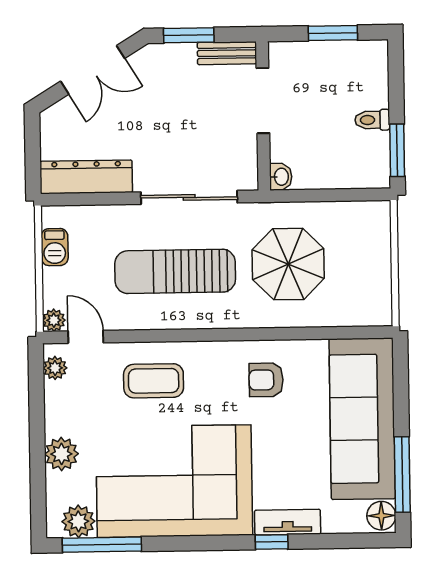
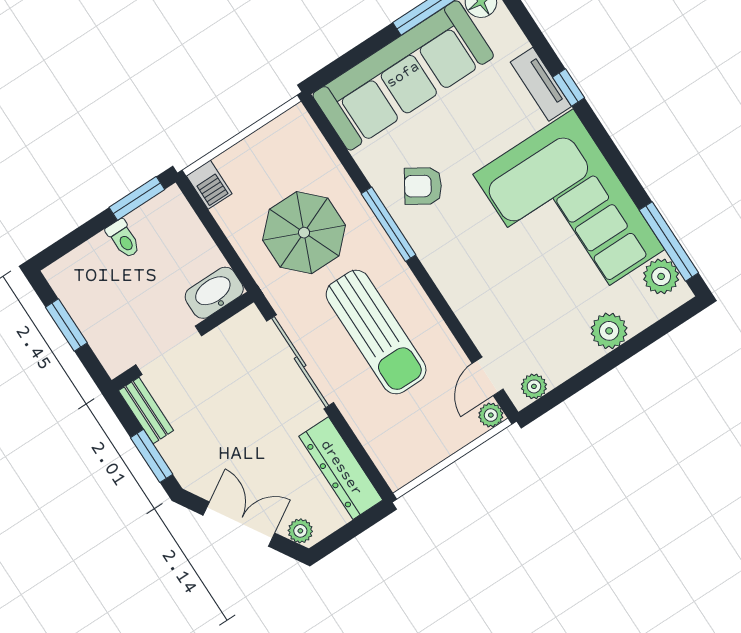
plant: (57, 114) -> (300, 531), added
washbasin: (281, 177) -> (214, 293), width x1.91, depth x1.45
barbecue: (55, 247) -> (209, 185), moved, turned 90
window: (253, 334) -> (389, 224), added
armchair: (266, 380) -> (423, 186), turned 122
coffee table: (154, 381) -> (489, 289), removed

